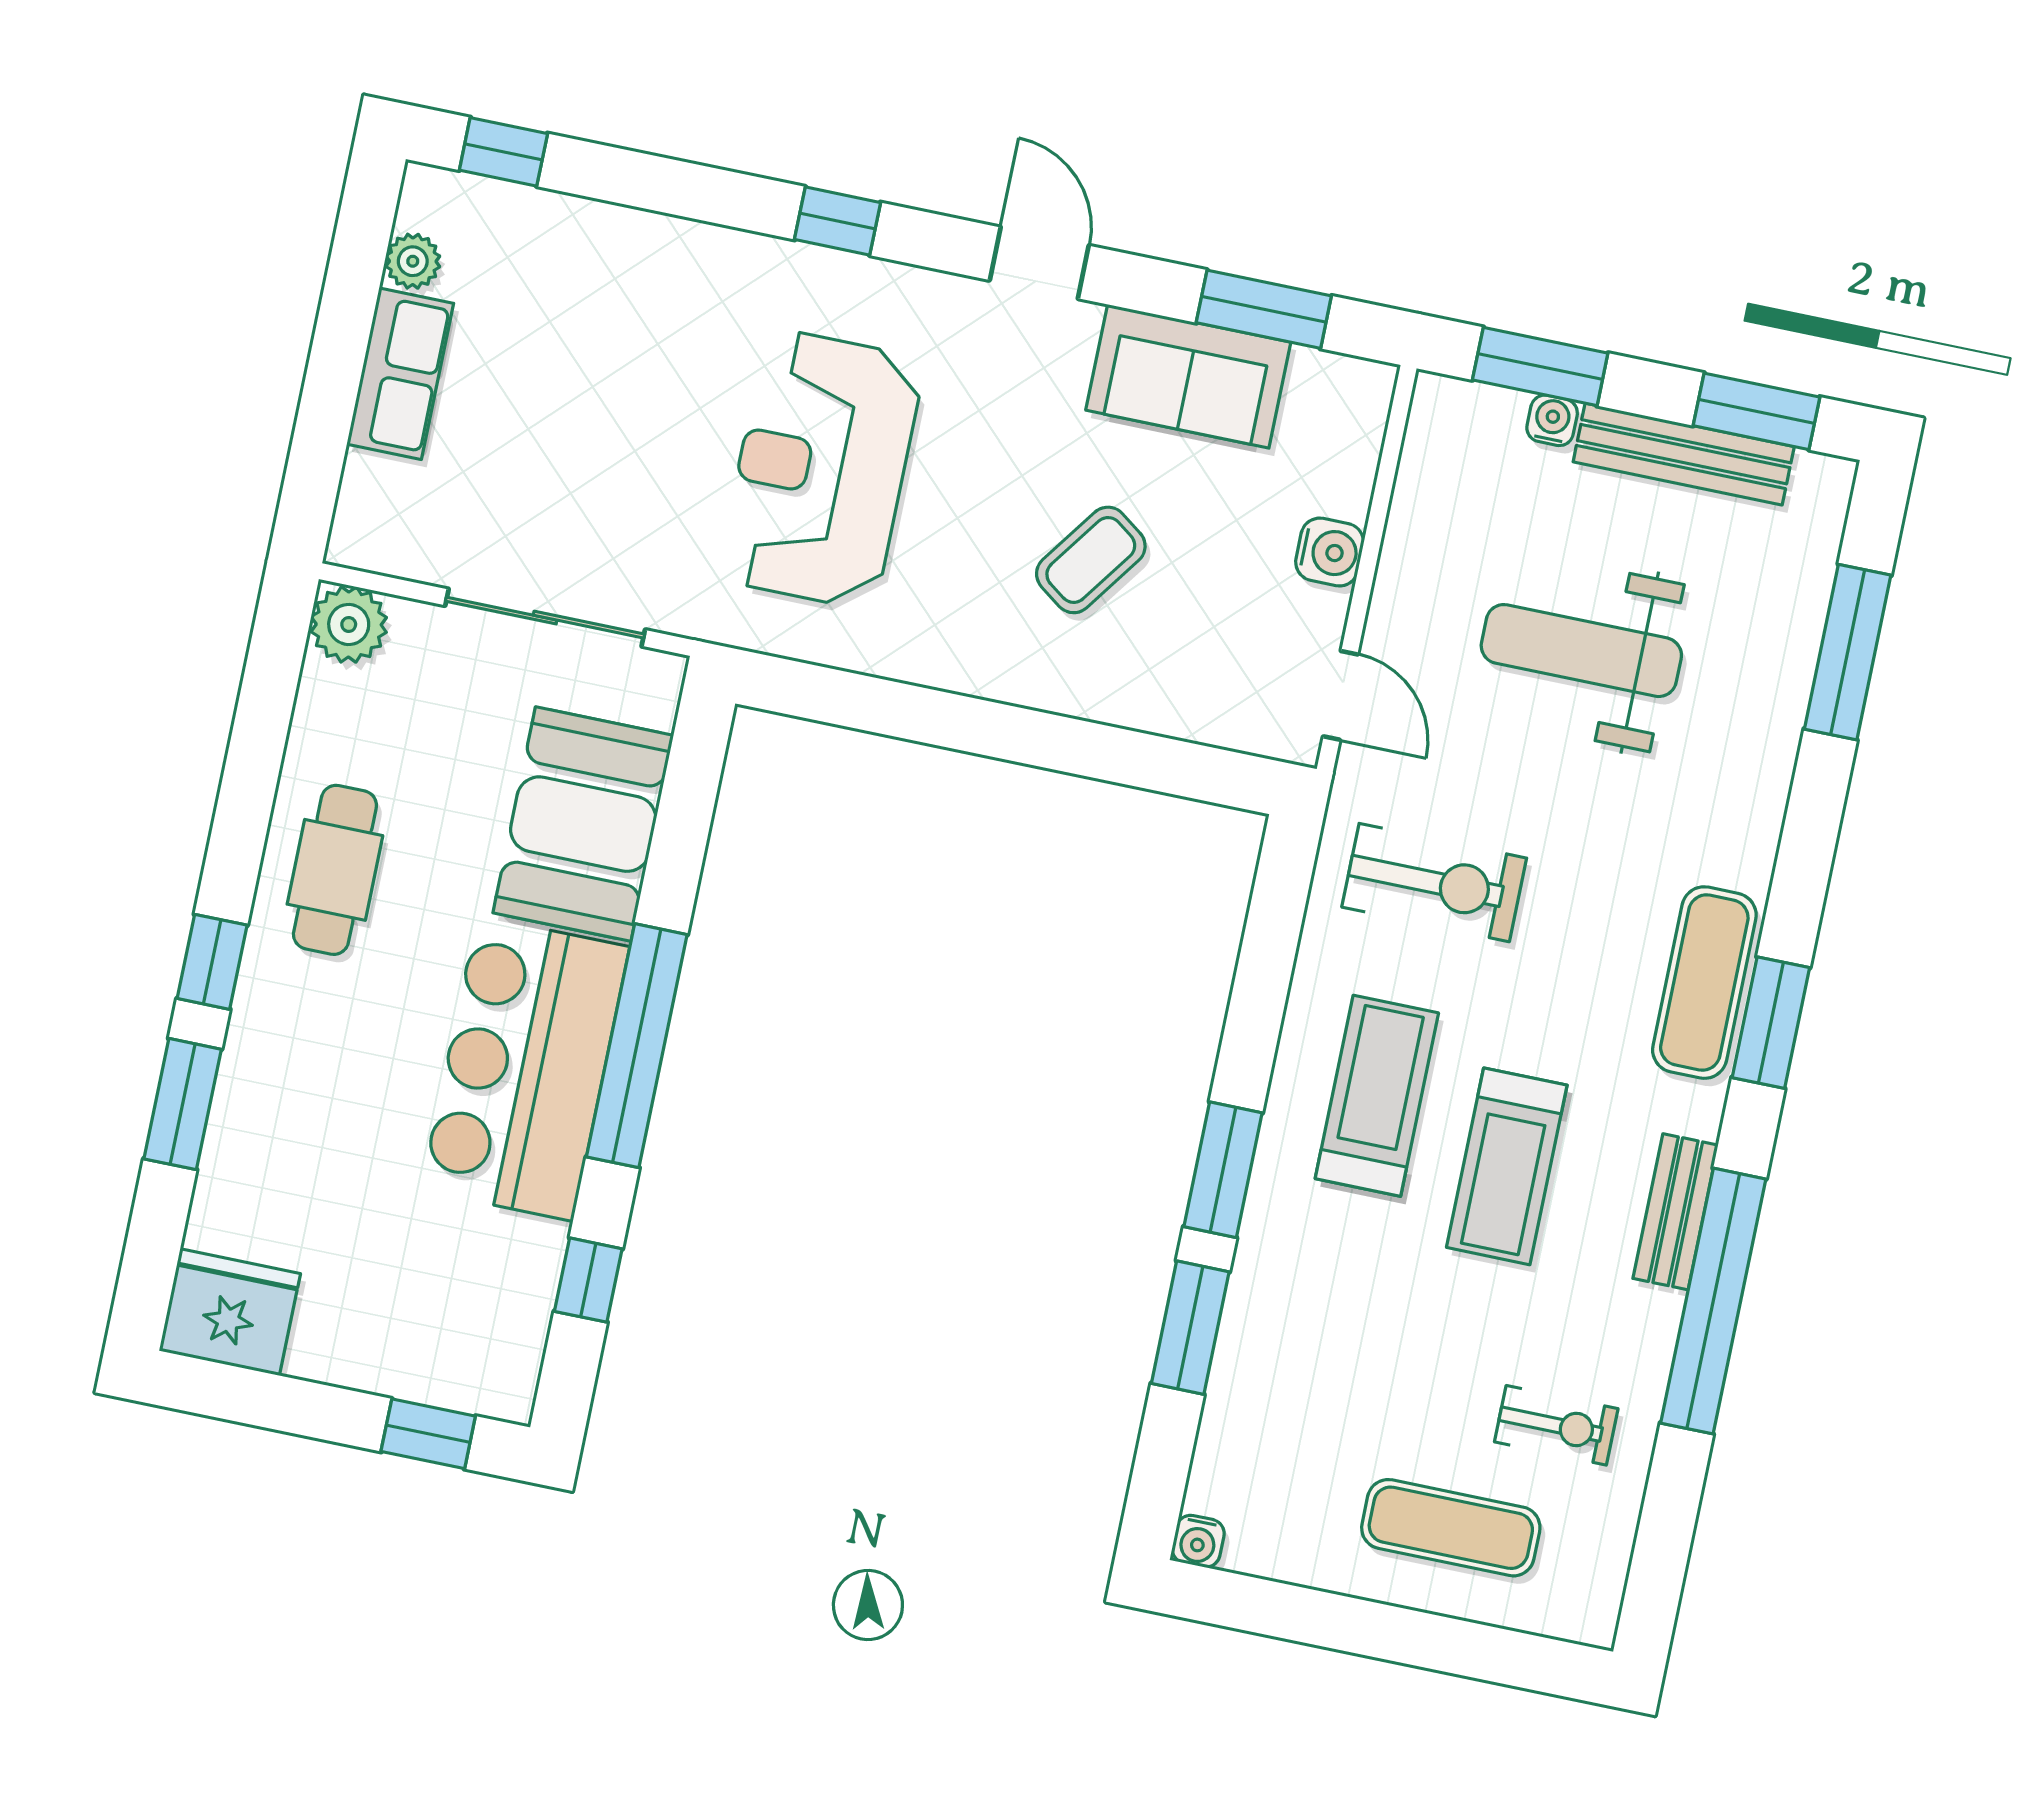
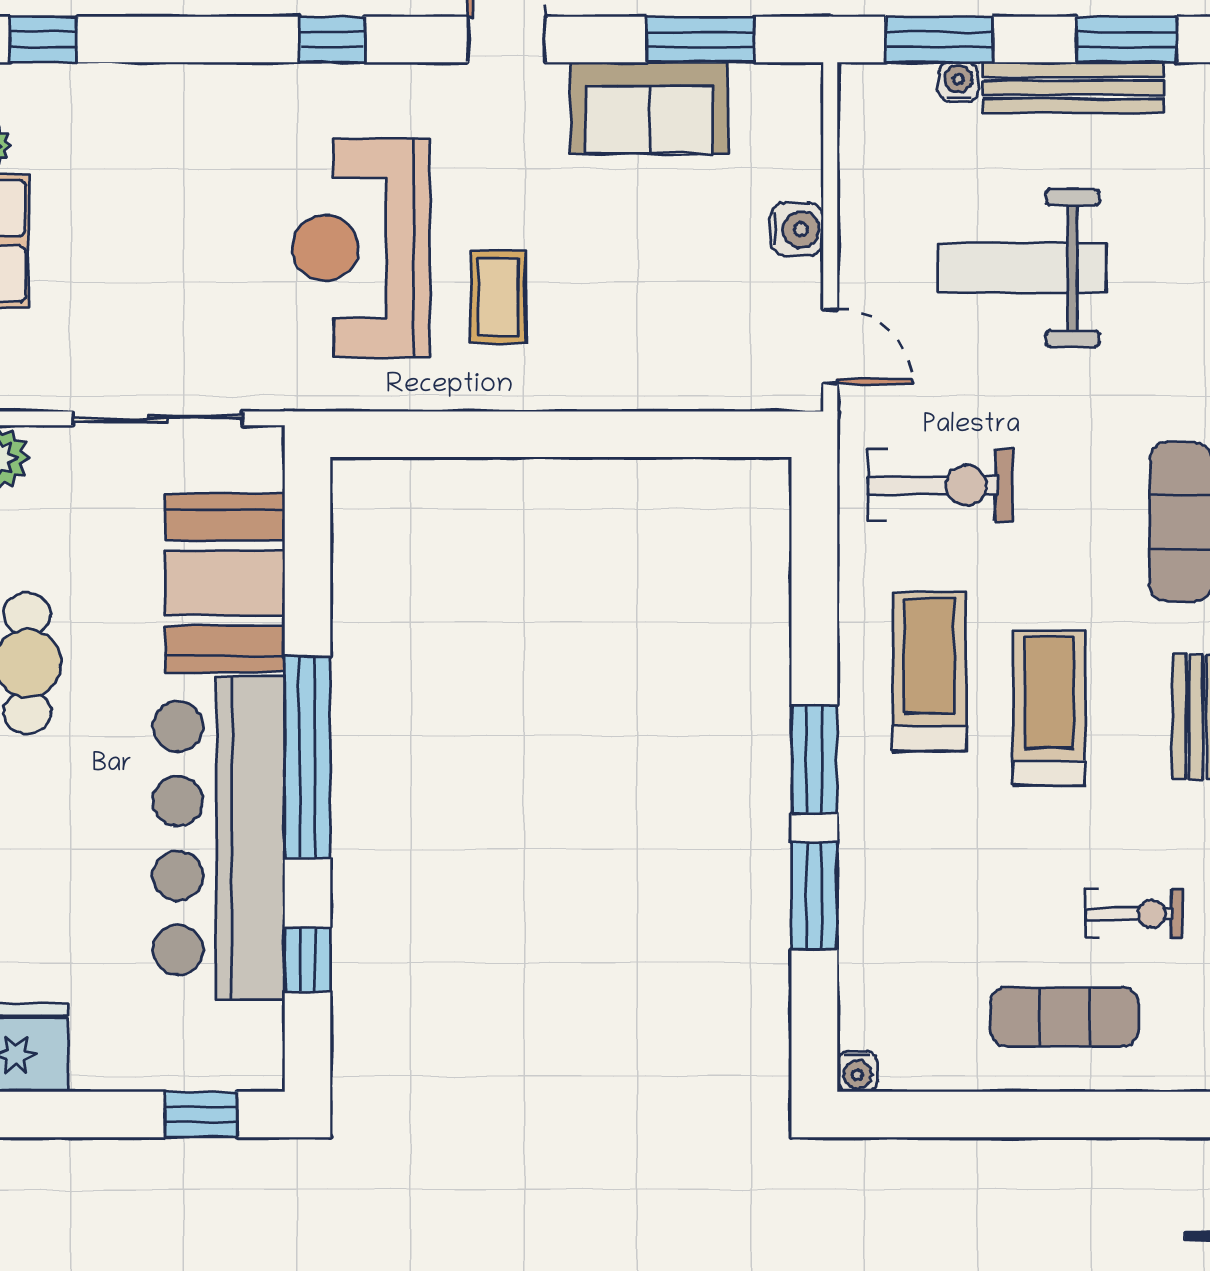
coffee table: (1091, 560) -> (498, 297), moved, turned -36
bar counter: (525, 1068) -> (219, 838), width x1.36
treadmill: (1507, 1166) -> (1049, 708), turned 180

